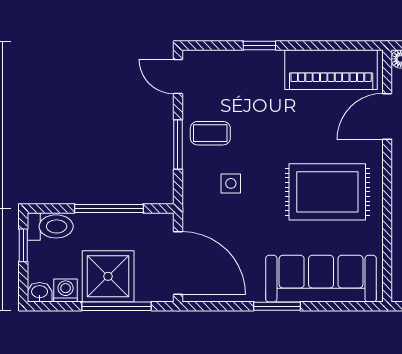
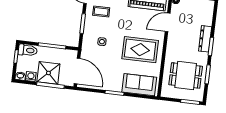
coffee table: (210, 133) -> (101, 12), moved
sofa: (321, 279) -> (139, 85), width x0.73

